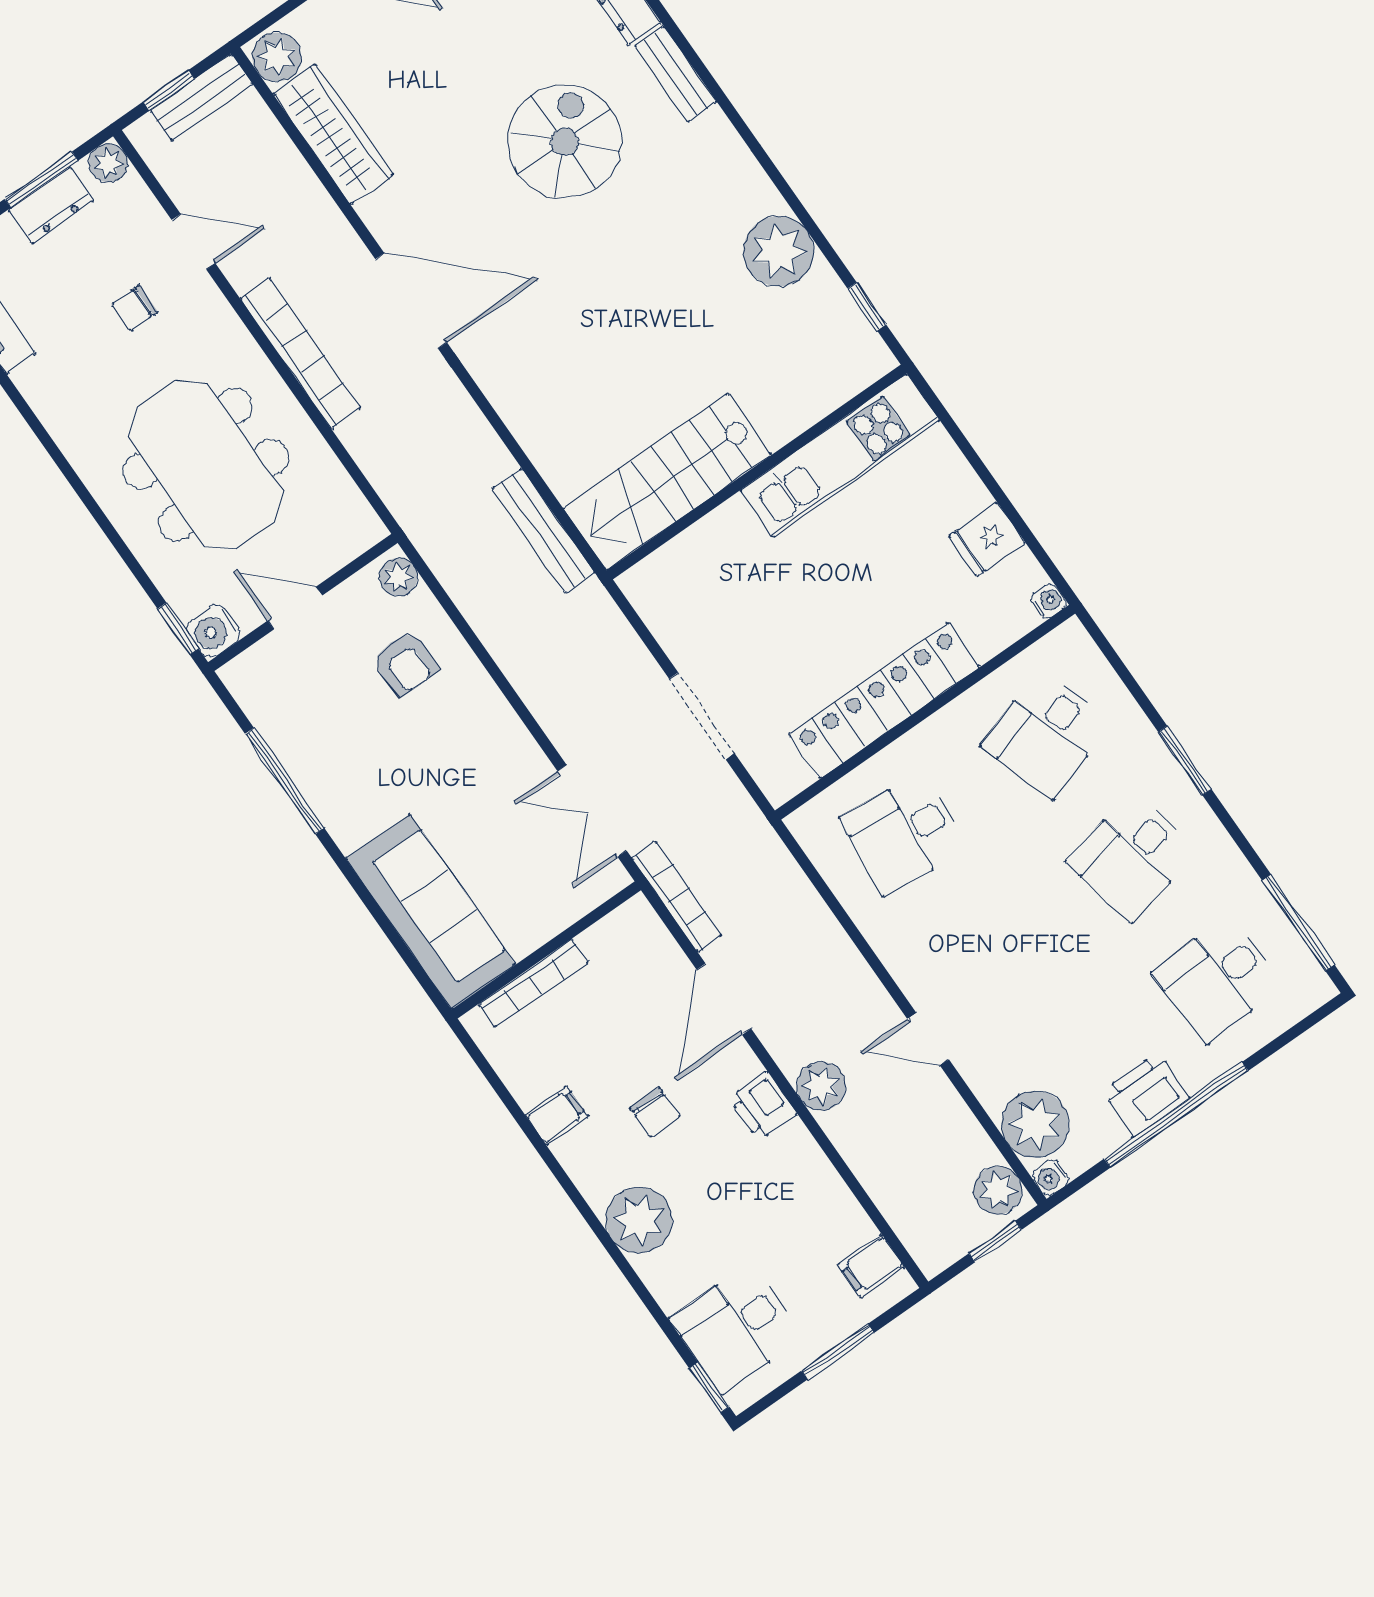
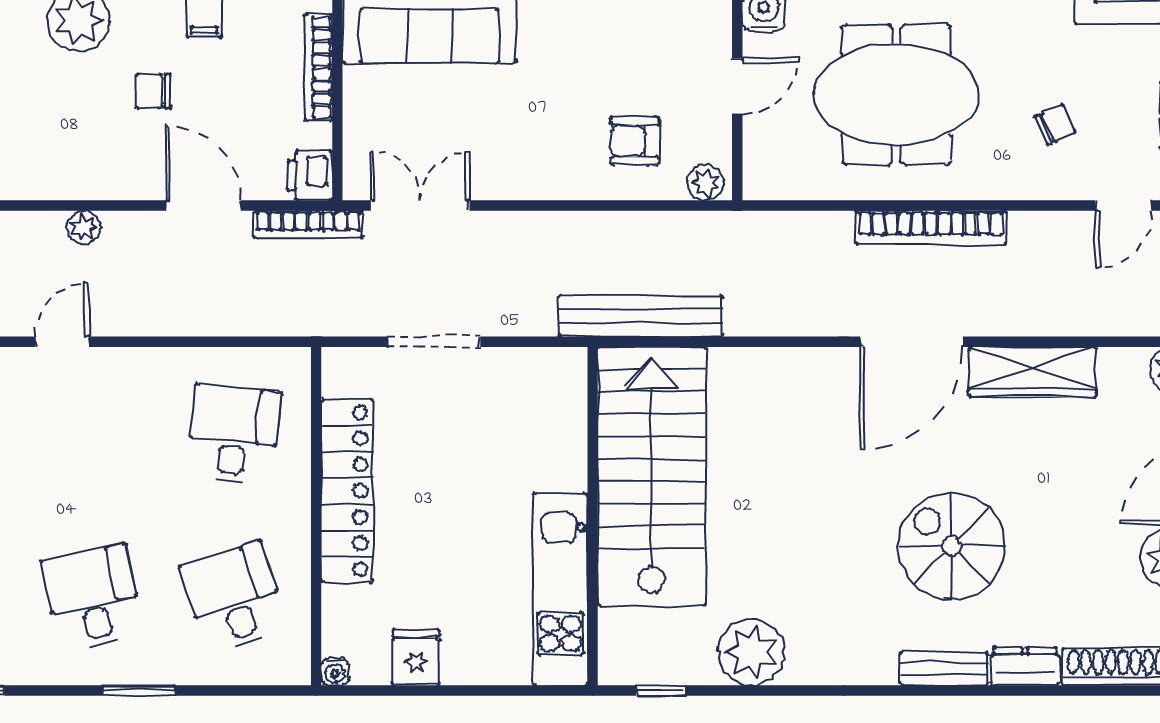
wardrobe: (333, 135) -> (1032, 372), moved
spiral stairs: (564, 142) -> (952, 546), turned 180
door: (194, 242) -> (1124, 206), moved
chair: (135, 308) -> (1055, 124), turned 65
stairs: (667, 482) -> (652, 476), width x1.36, depth x1.51
bench: (543, 531) -> (641, 316), width x1.37, depth x1.21
plant: (821, 1086) -> (84, 227), width x0.73, depth x0.73
printer: (763, 1106) -> (310, 175), moved, turned -90

